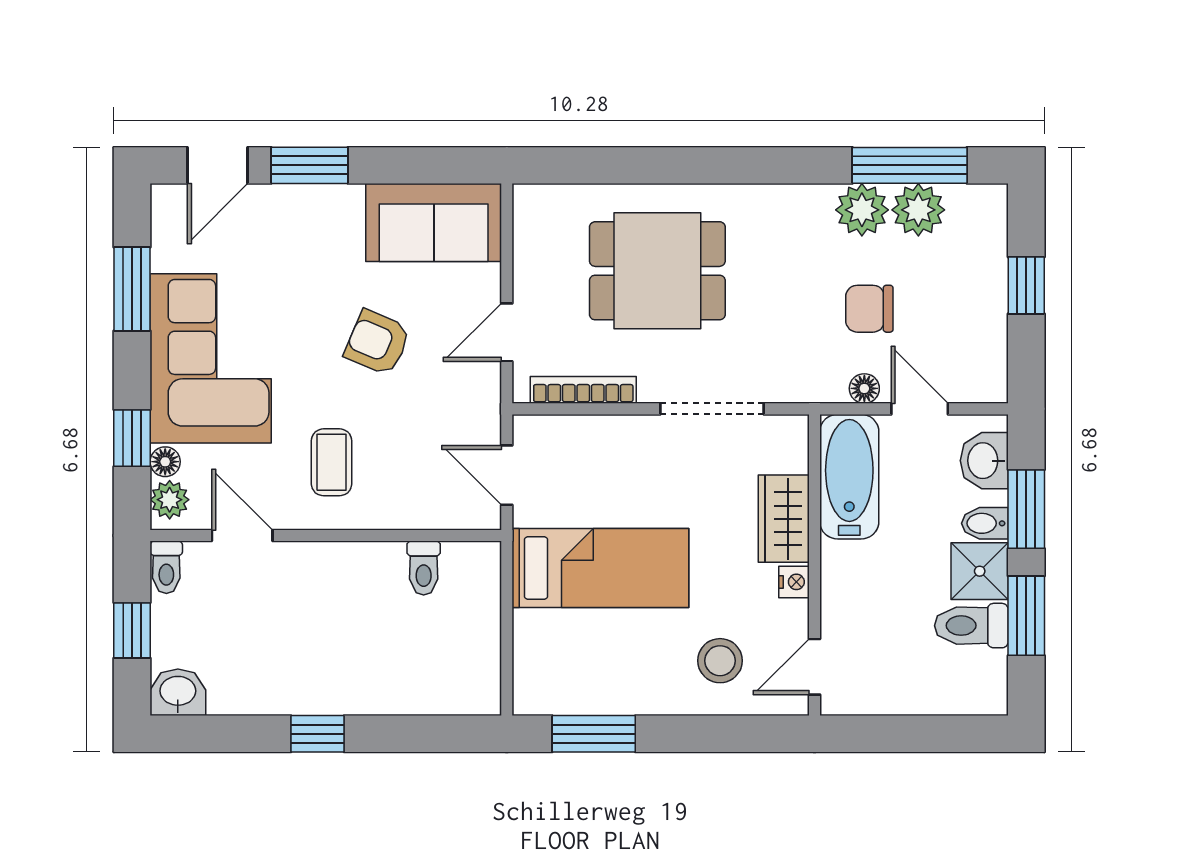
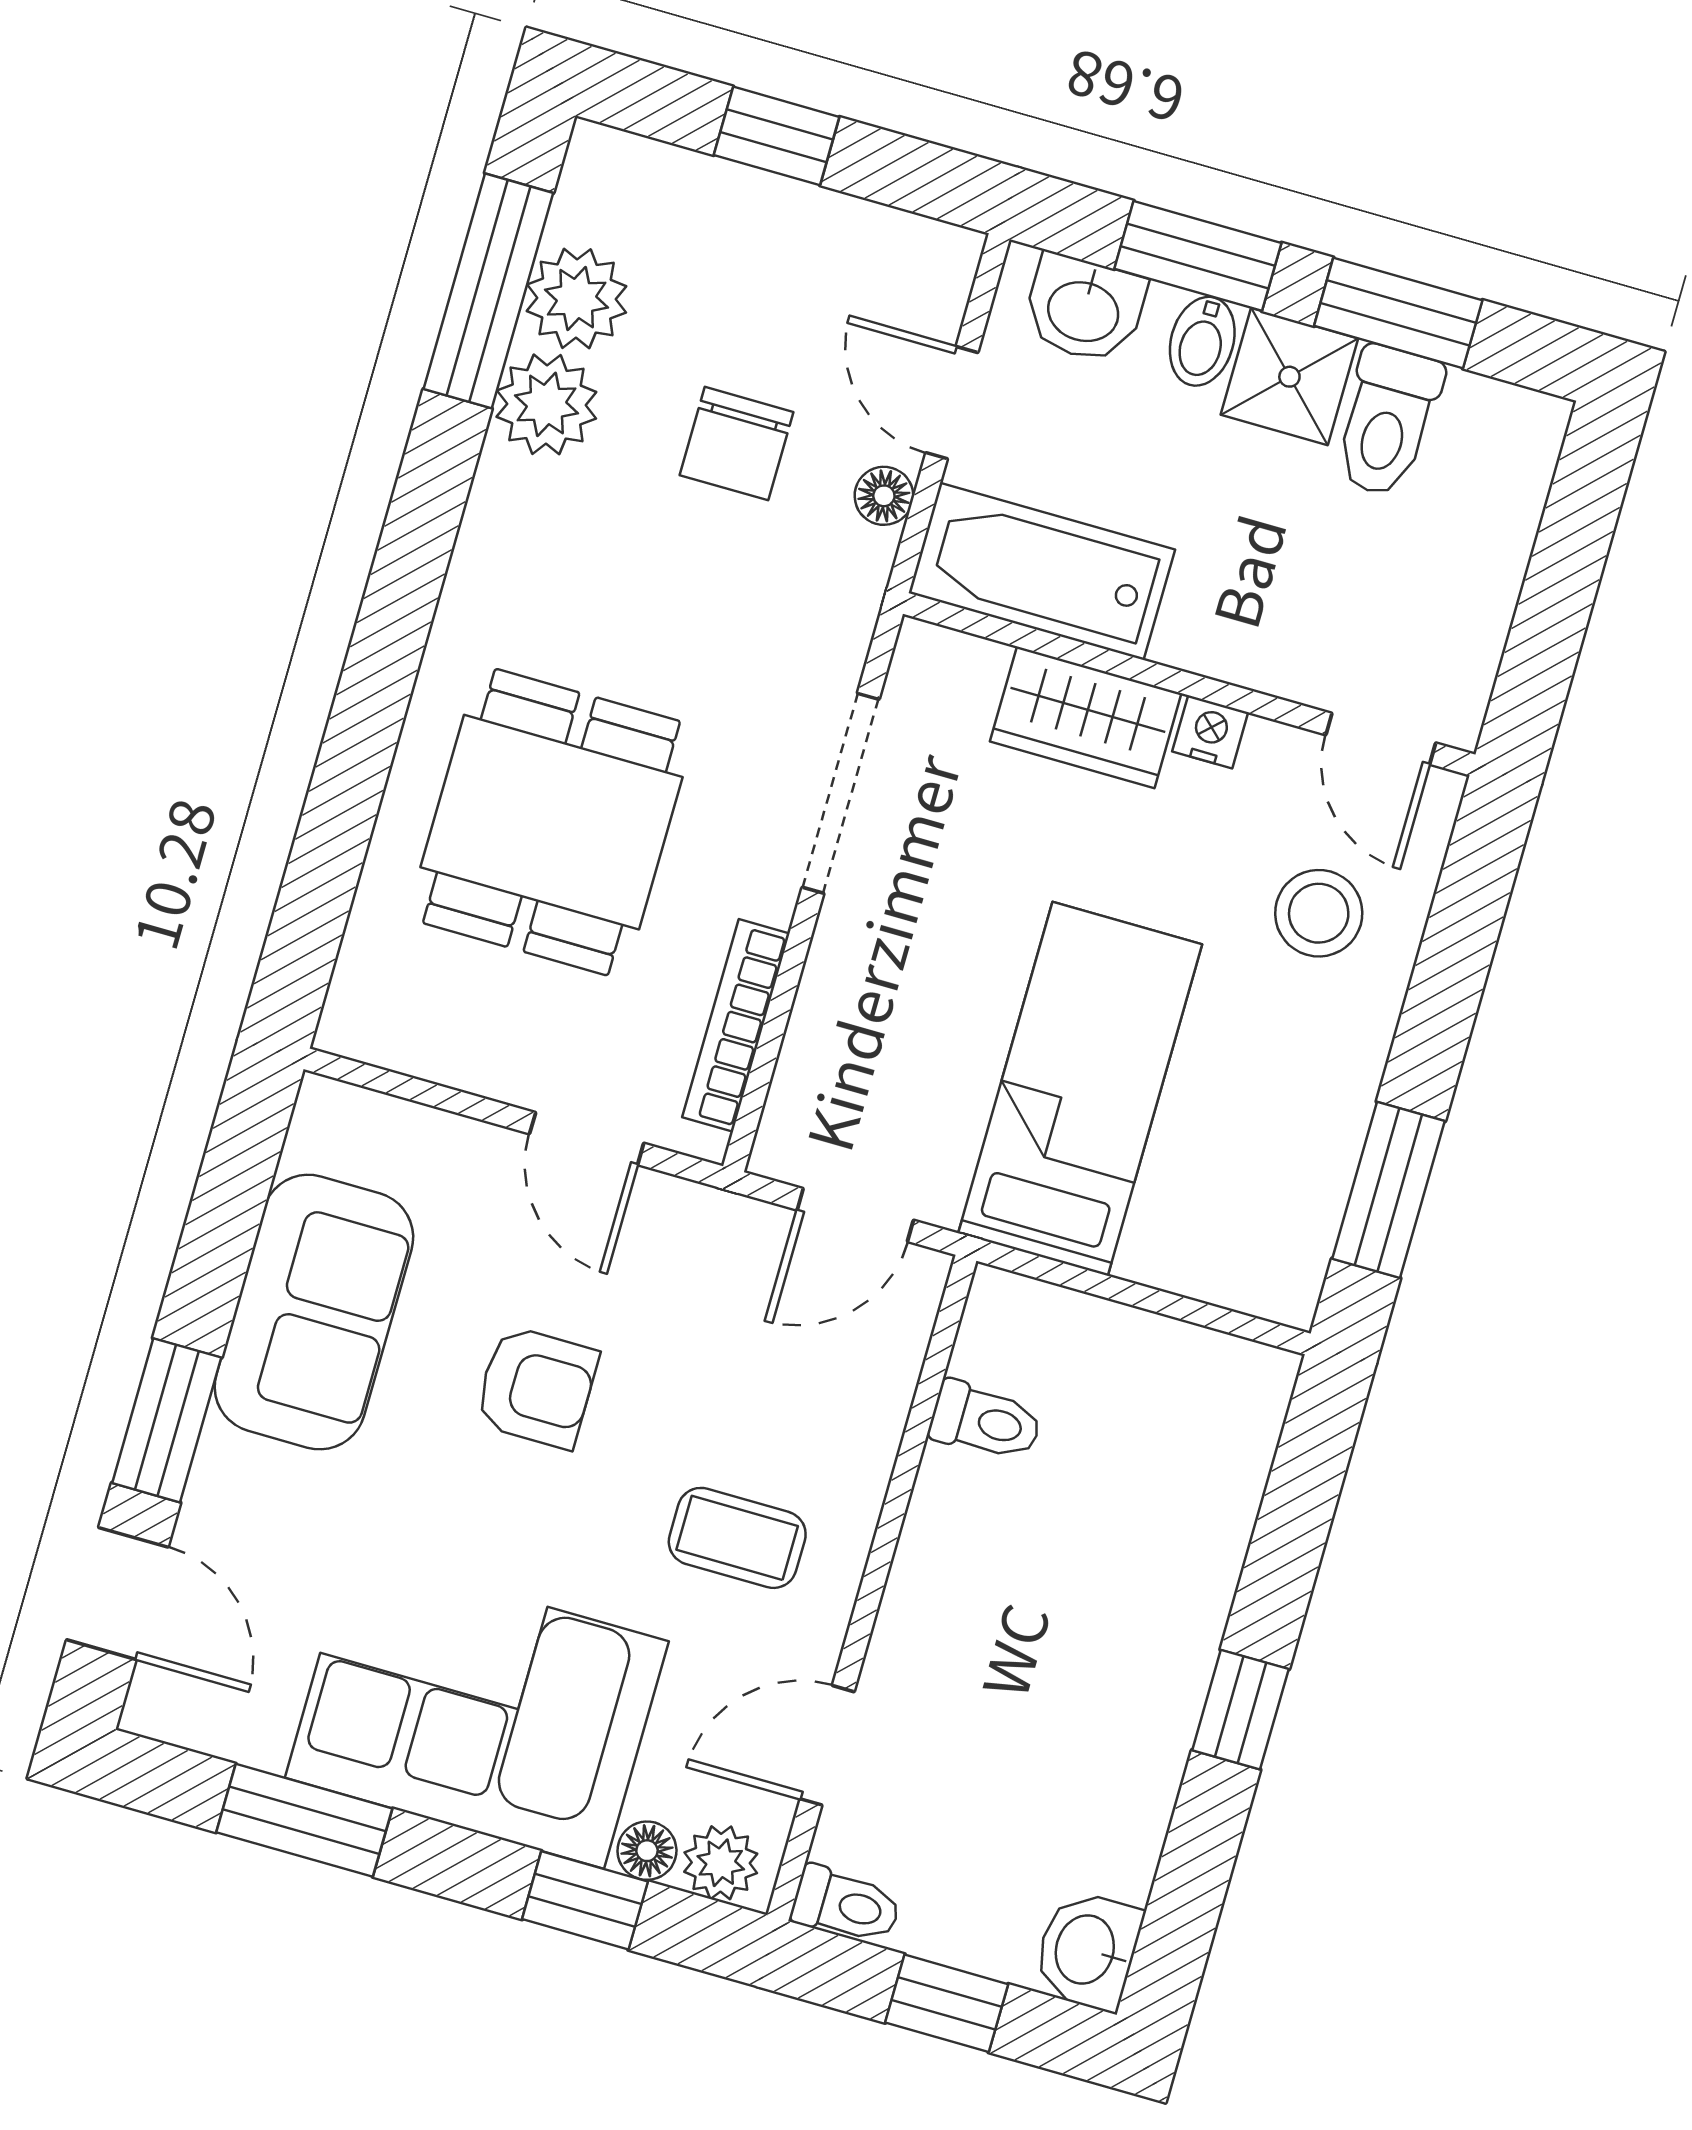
sofa: (434, 223) -> (314, 1312), moved
armchair: (377, 342) -> (536, 1387), turned -113
door: (920, 409) -> (952, 403), hinge flipped

